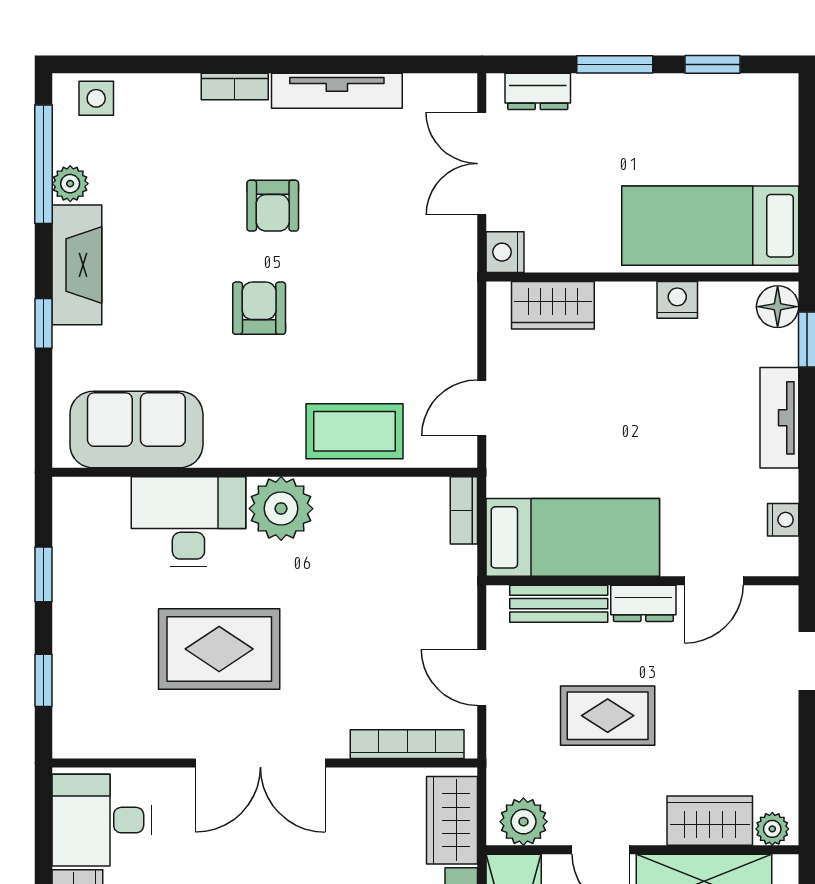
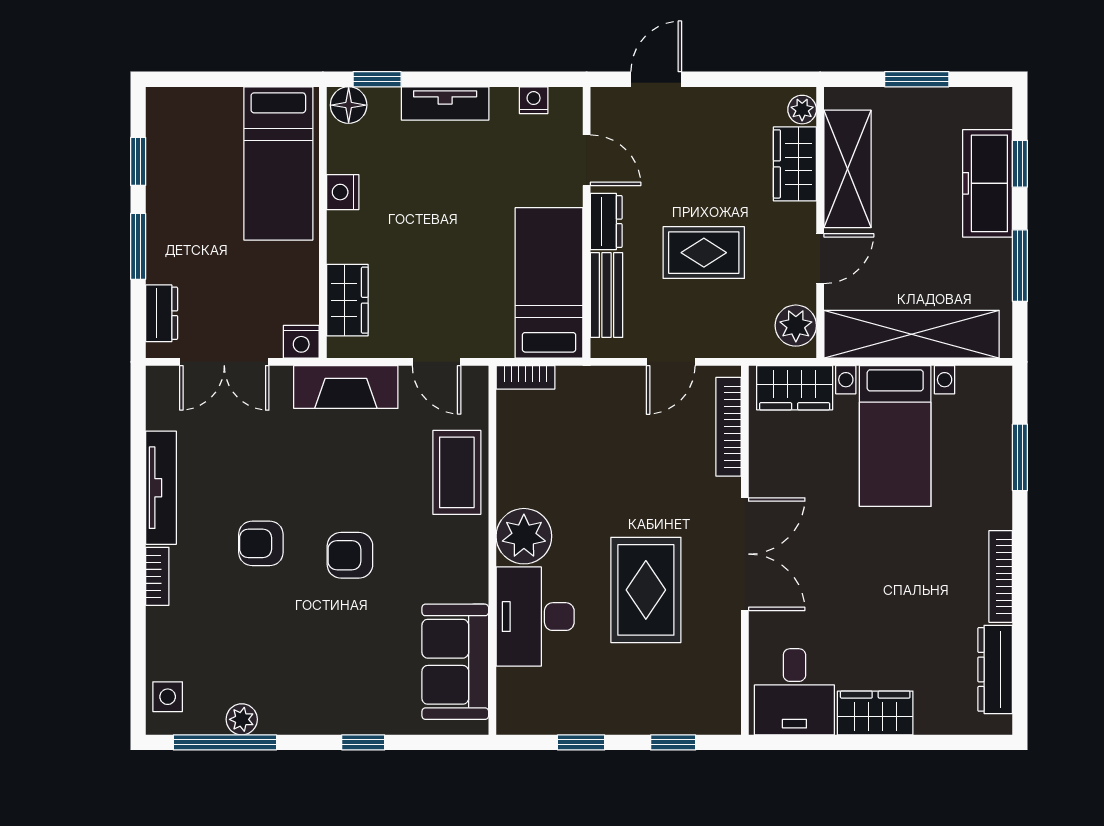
armchair: (273, 206) -> (261, 543), turned 180
fireplace: (77, 265) -> (346, 387), moved, turned 180
rug: (608, 716) -> (704, 253), turned 90

